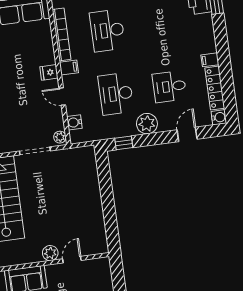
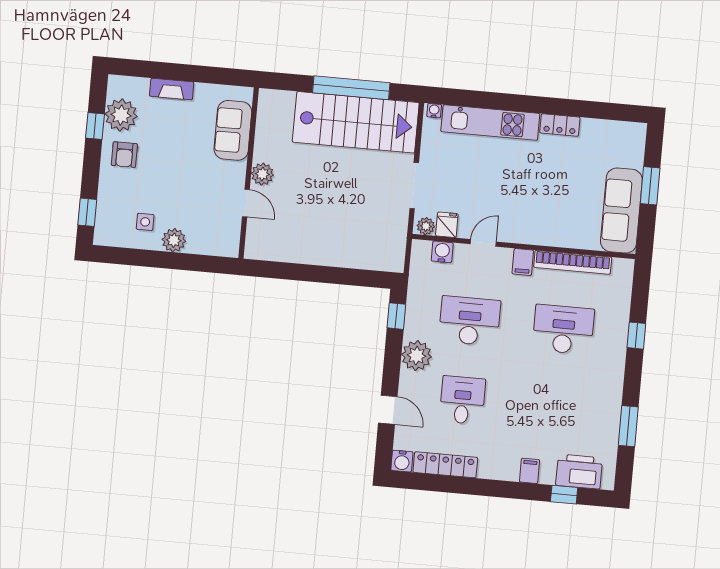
filing cabinet: (210, 60) -> (530, 471), moved
fridge: (49, 72) -> (447, 225), moved

